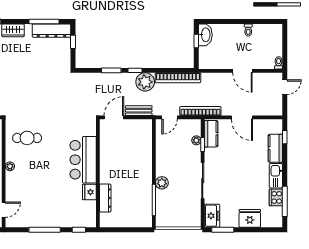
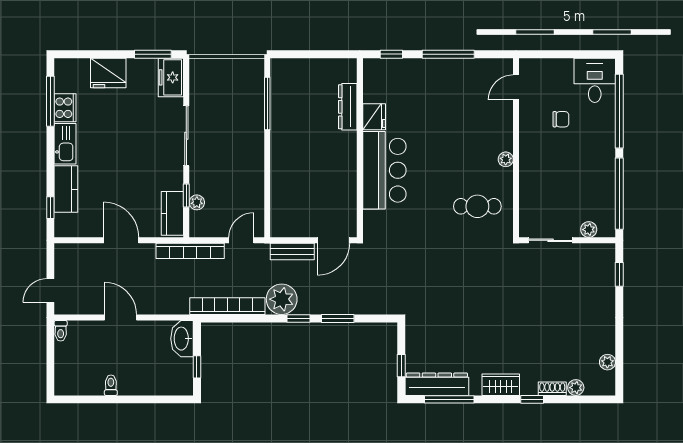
washbasin: (205, 35) -> (182, 339), moved
plant: (162, 183) -> (254, 132), removed

